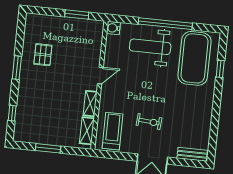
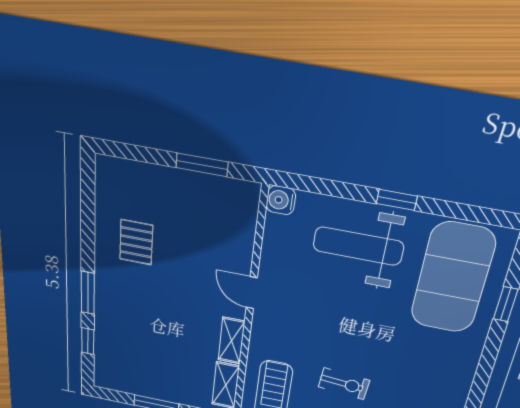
window: (165, 24) -> (397, 200), width x0.32
window: (17, 68) -> (88, 293), moved
door: (100, 76) -> (252, 293), swing flipped

